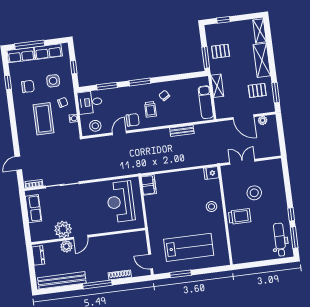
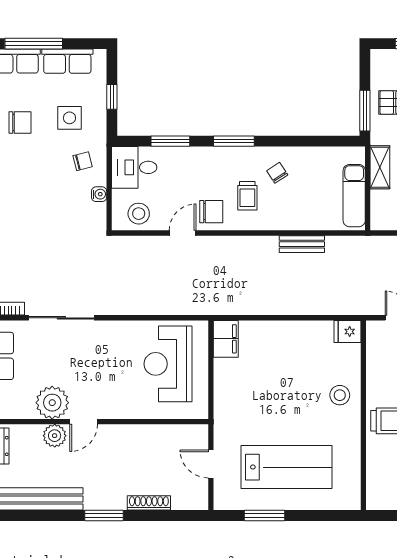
coffee table: (43, 119) -> (42, 188), removed
door: (151, 262) -> (211, 464), moved
window: (97, 284) -> (104, 516), width x0.69

